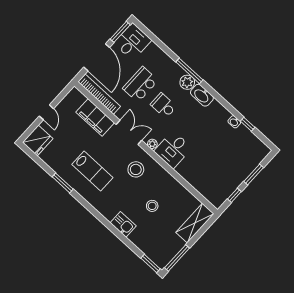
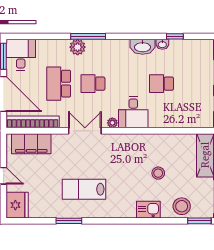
plant: (187, 82) -> (78, 47), moved
washbasin: (202, 95) -> (143, 47), moved
filing cabinet: (95, 117) -> (31, 144), moved
school desk: (210, 148) -> (162, 84), added
stool: (136, 169) -> (182, 206), moved
lab bench: (92, 171) -> (84, 189), turned 180

